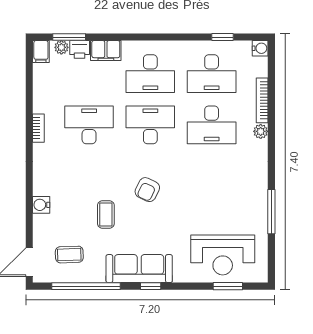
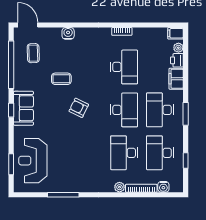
window: (69, 37) -> (186, 114), moved
water cooler: (260, 48) -> (163, 187), moved
sofa: (139, 269) -> (23, 108), width x0.73

